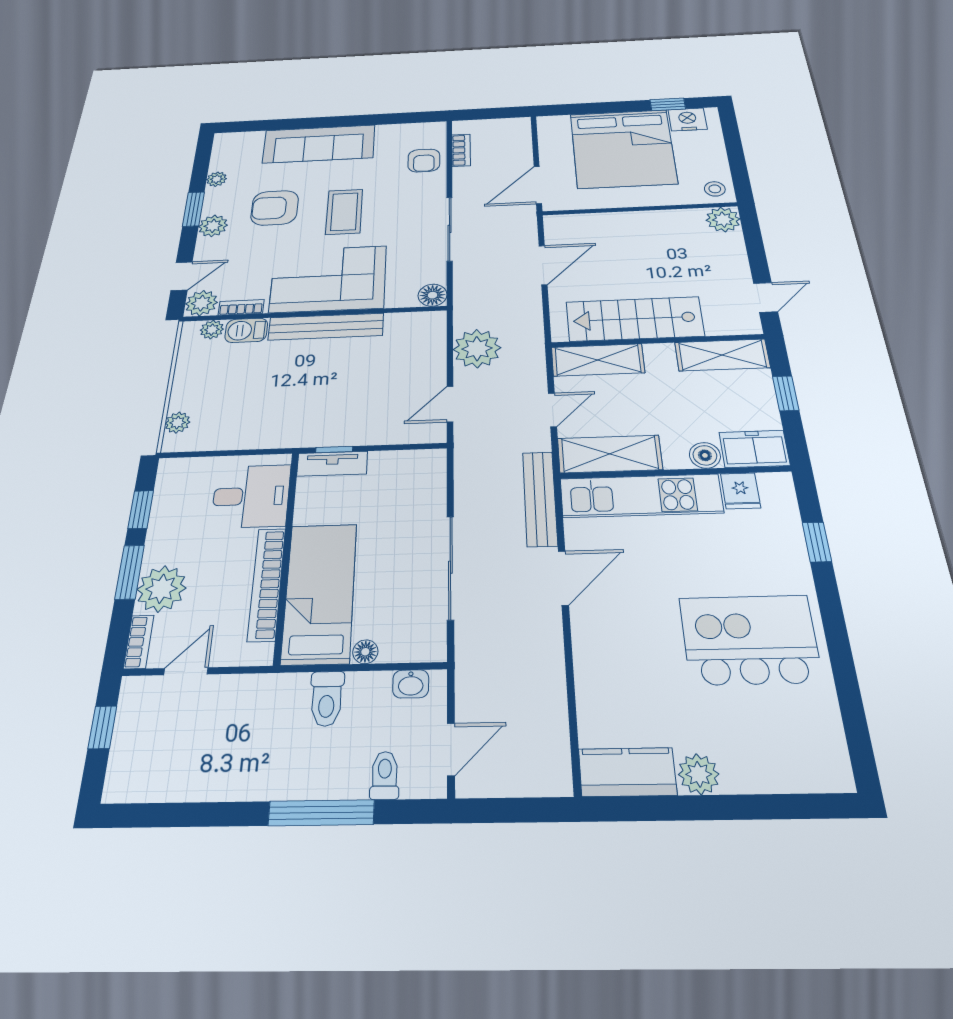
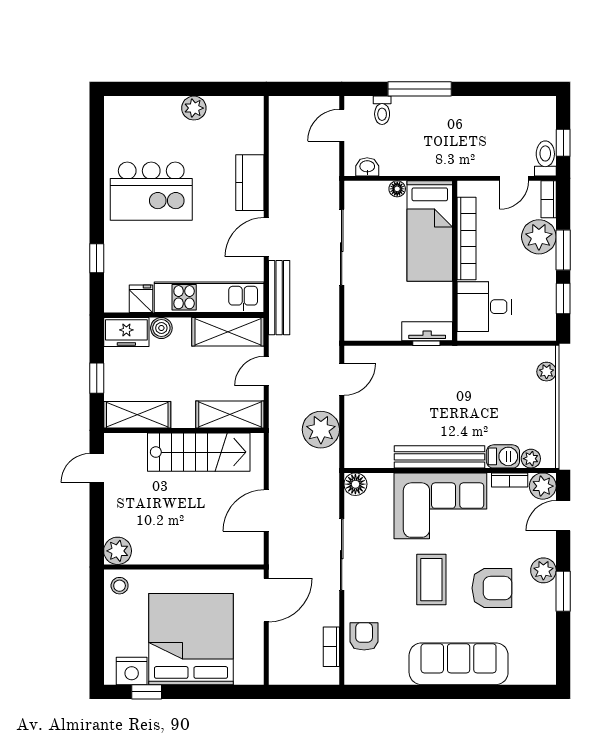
plant: (217, 179) -> (547, 626), removed
toilet: (327, 699) -> (545, 158), moved
kitchen counter: (627, 772) -> (250, 183), moved, turned 90

